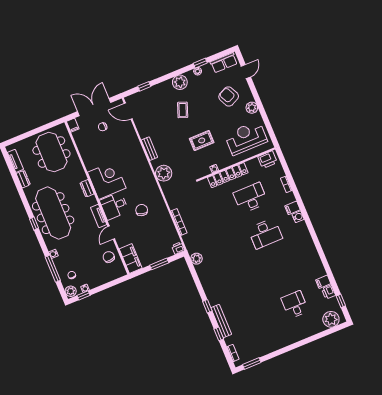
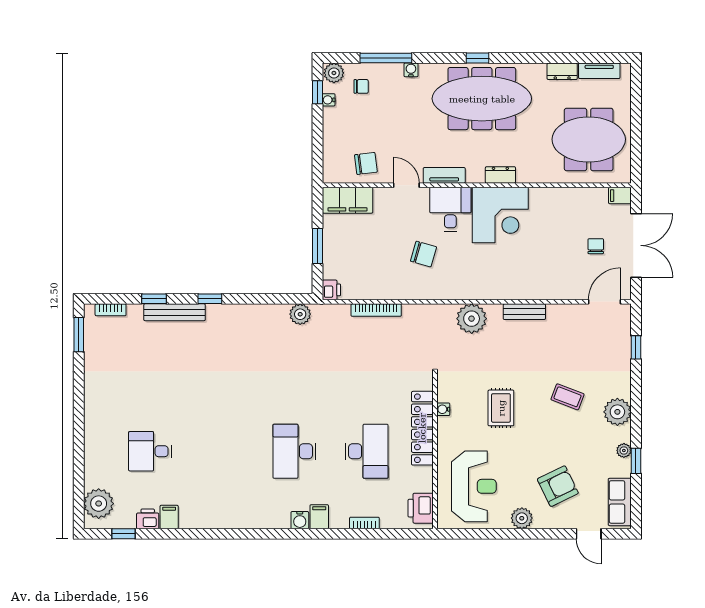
desk: (295, 305) -> (150, 451), turned 180

